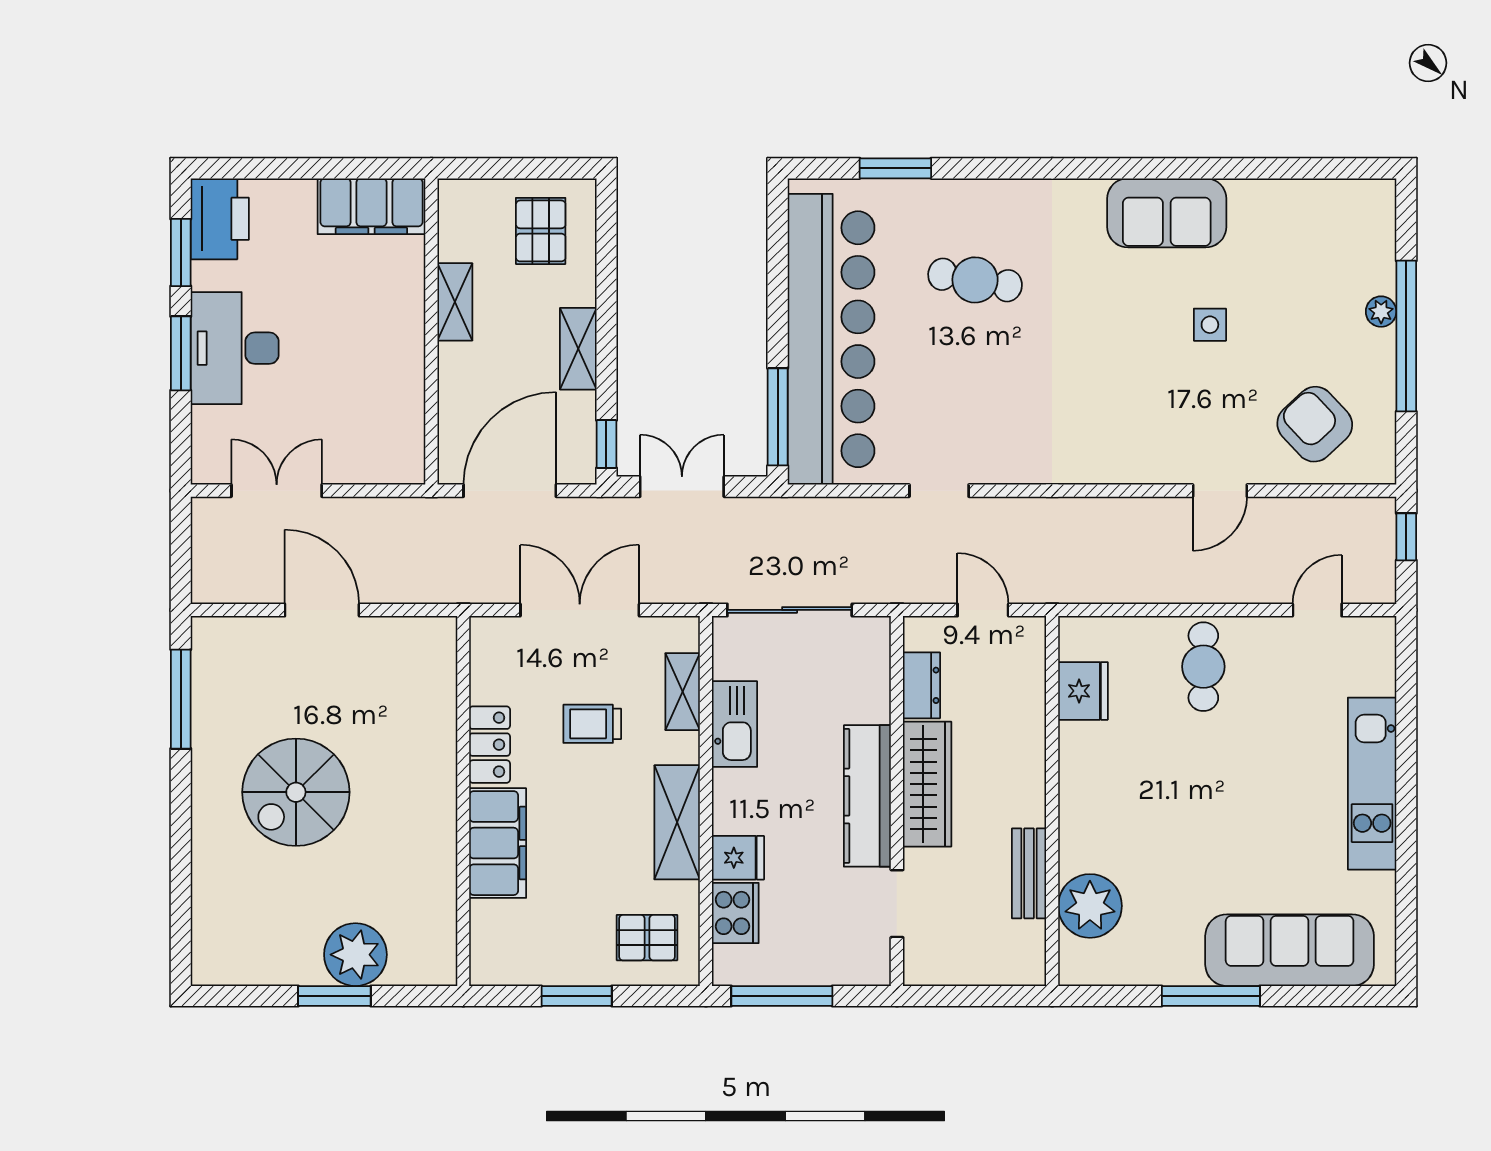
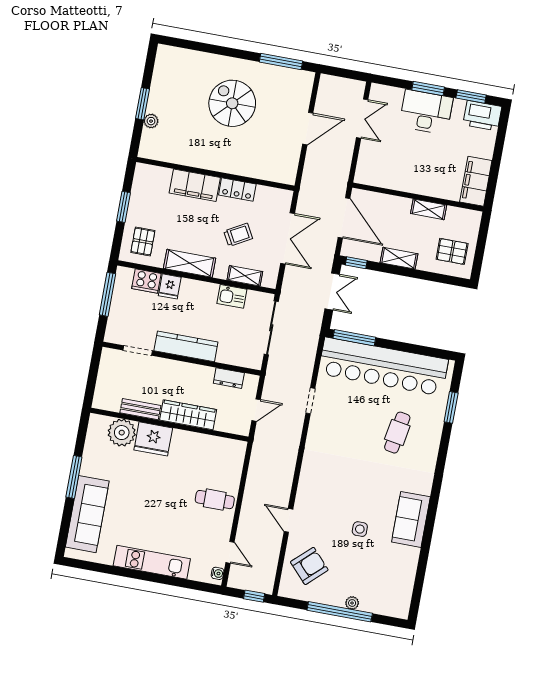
water cooler: (1370, 629) -> (218, 573), added
fridge: (1083, 691) -> (153, 439), moved, width x1.36, depth x1.34
trolley: (592, 724) -> (238, 235), turned 61
kitchen sink: (735, 724) -> (232, 296), width x0.73
wardrobe: (927, 784) -> (188, 415), moved, turned 180
plant: (355, 955) -> (151, 121), width x0.53, depth x0.53

